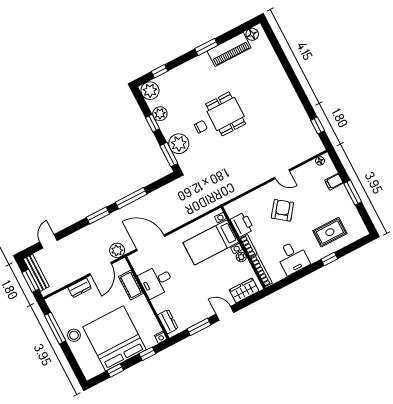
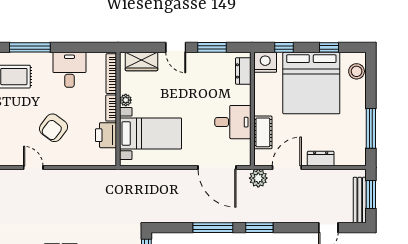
window: (329, 259) -> (30, 47), width x2.17
stool: (74, 335) -> (357, 71), moved
nightstand: (161, 337) -> (265, 62), width x1.89, depth x1.79

